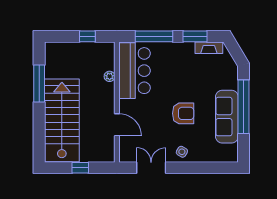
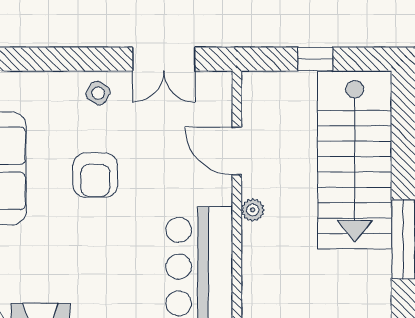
plant: (110, 76) -> (253, 210), moved
armchair: (183, 113) -> (95, 175), turned -90

